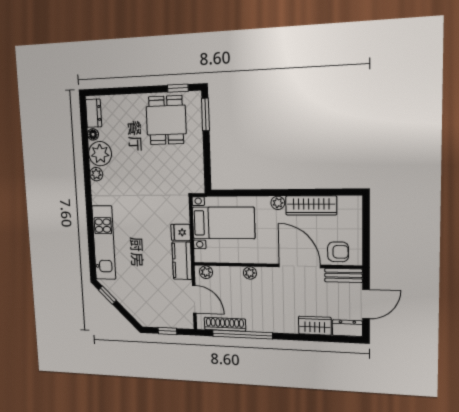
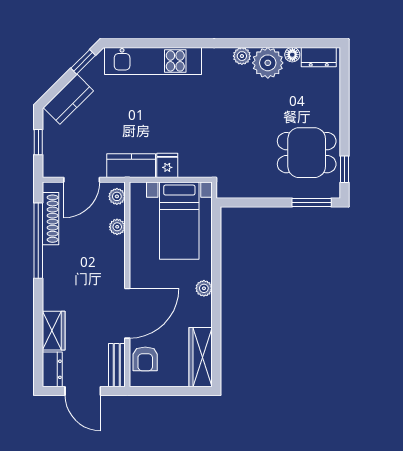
wardrobe: (311, 205) -> (201, 357), moved
plant: (250, 273) -> (117, 227), moved
kitchen counter: (135, 307) -> (68, 99), added

